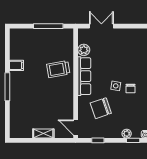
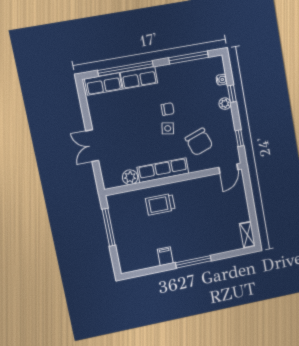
double door: (101, 26) -> (92, 146), moved
trolley: (58, 69) -> (160, 204), turned 100
shelving: (43, 133) -> (247, 235), moved

